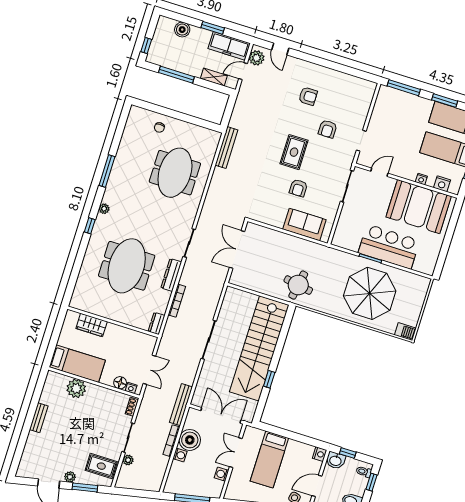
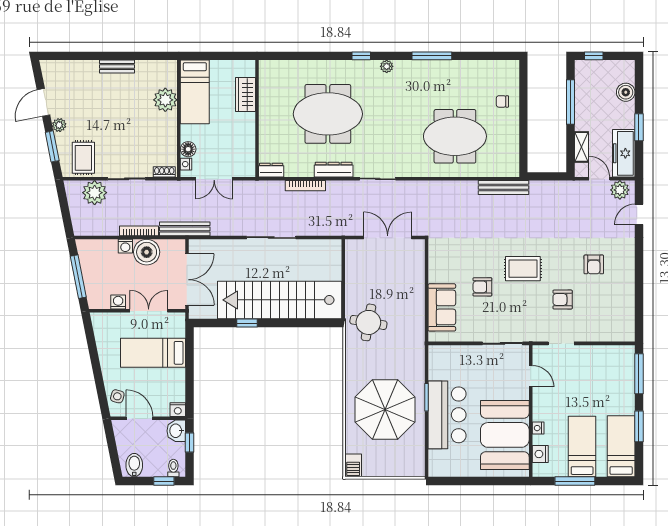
plant: (128, 460) -> (95, 193), width x1.88, depth x1.88

